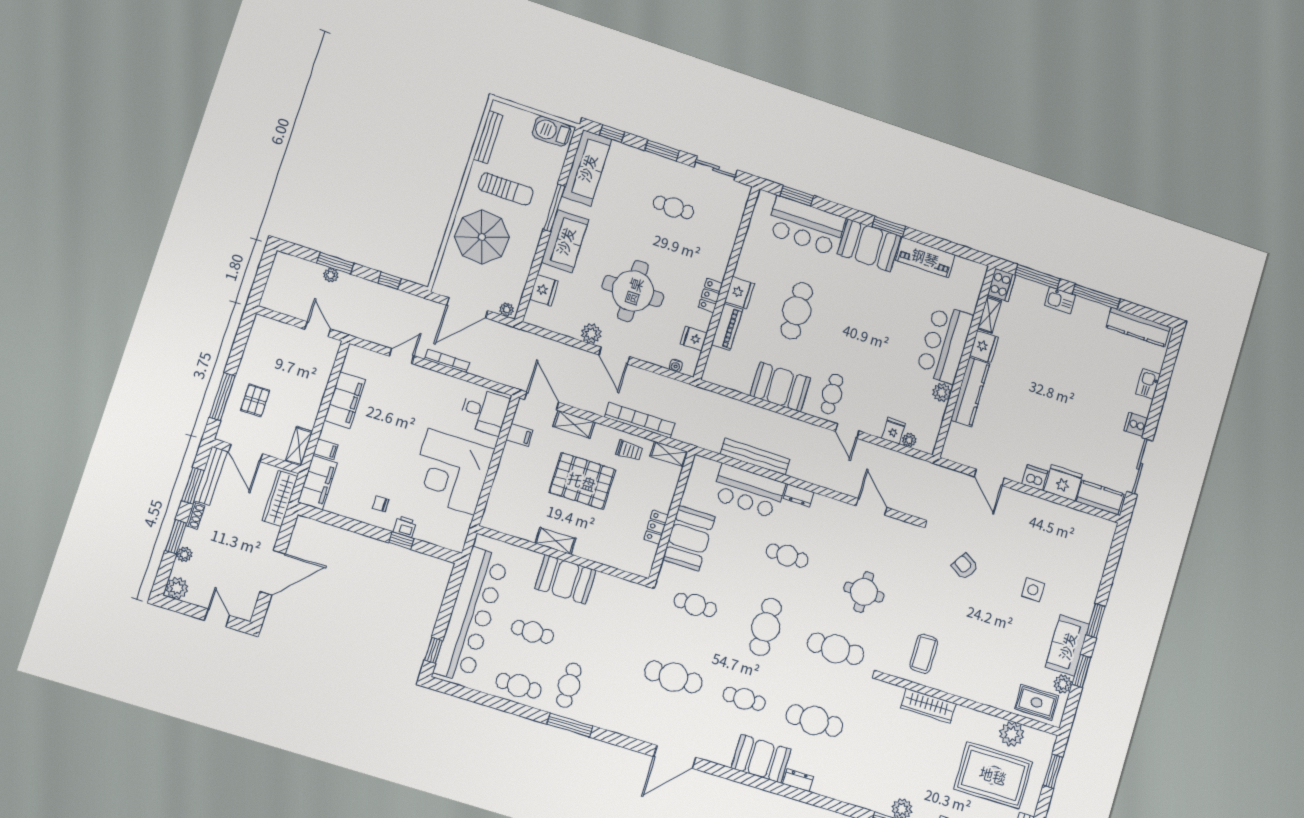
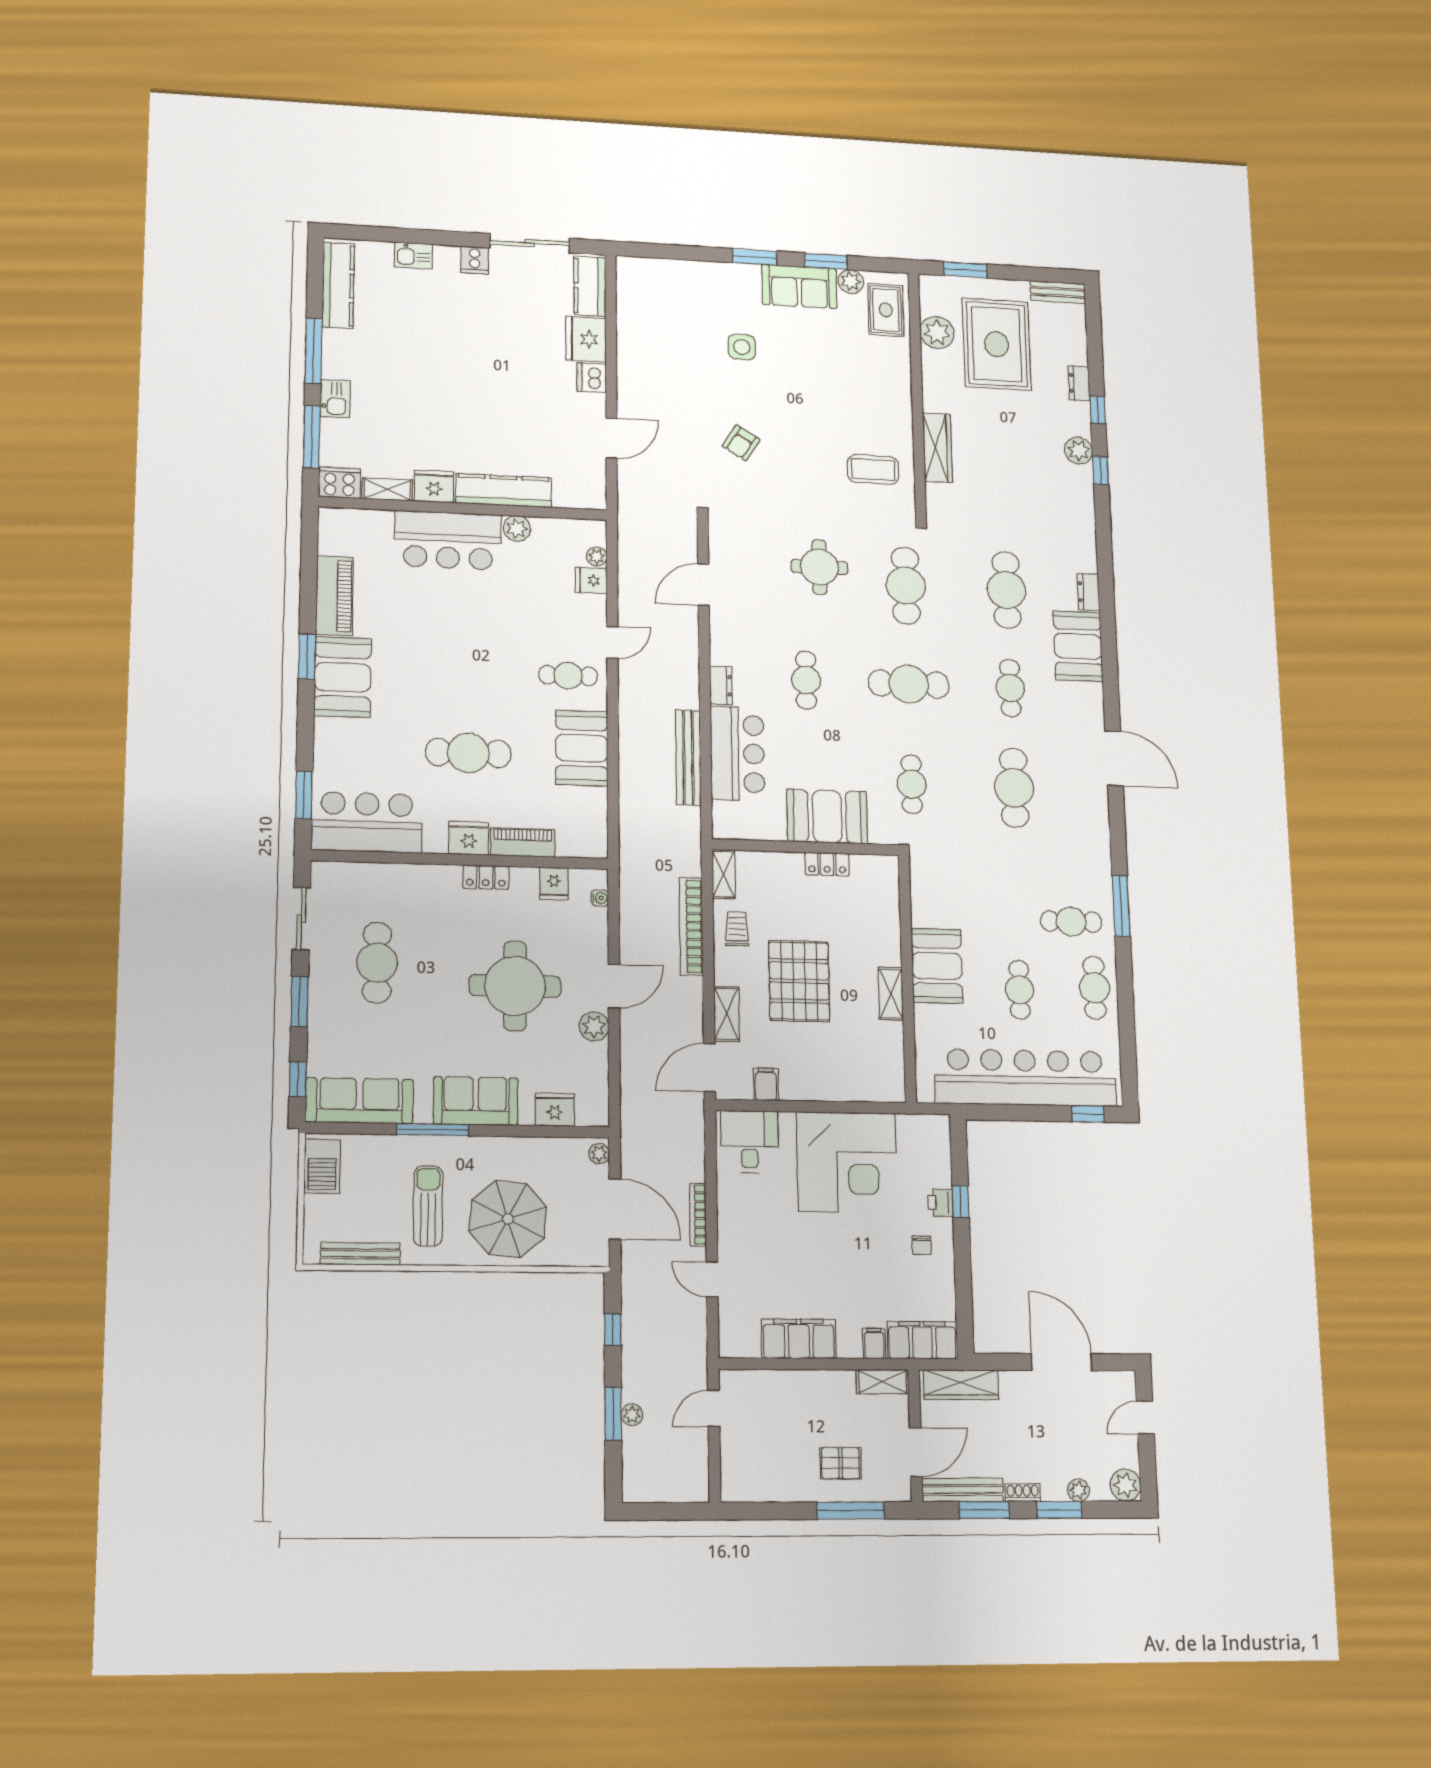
cafe table: (673, 207) -> (377, 963), width x1.37, depth x1.35
bar counter: (806, 226) -> (367, 822), moved, turned -90

